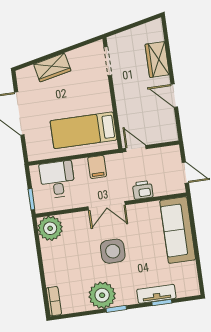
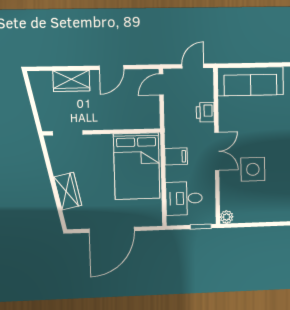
bed: (83, 130) -> (137, 166), width x1.50
door: (136, 148) -> (161, 84), moved
plant: (50, 228) -> (227, 217), width x0.53, depth x0.53
side table: (113, 251) -> (253, 169), moved

